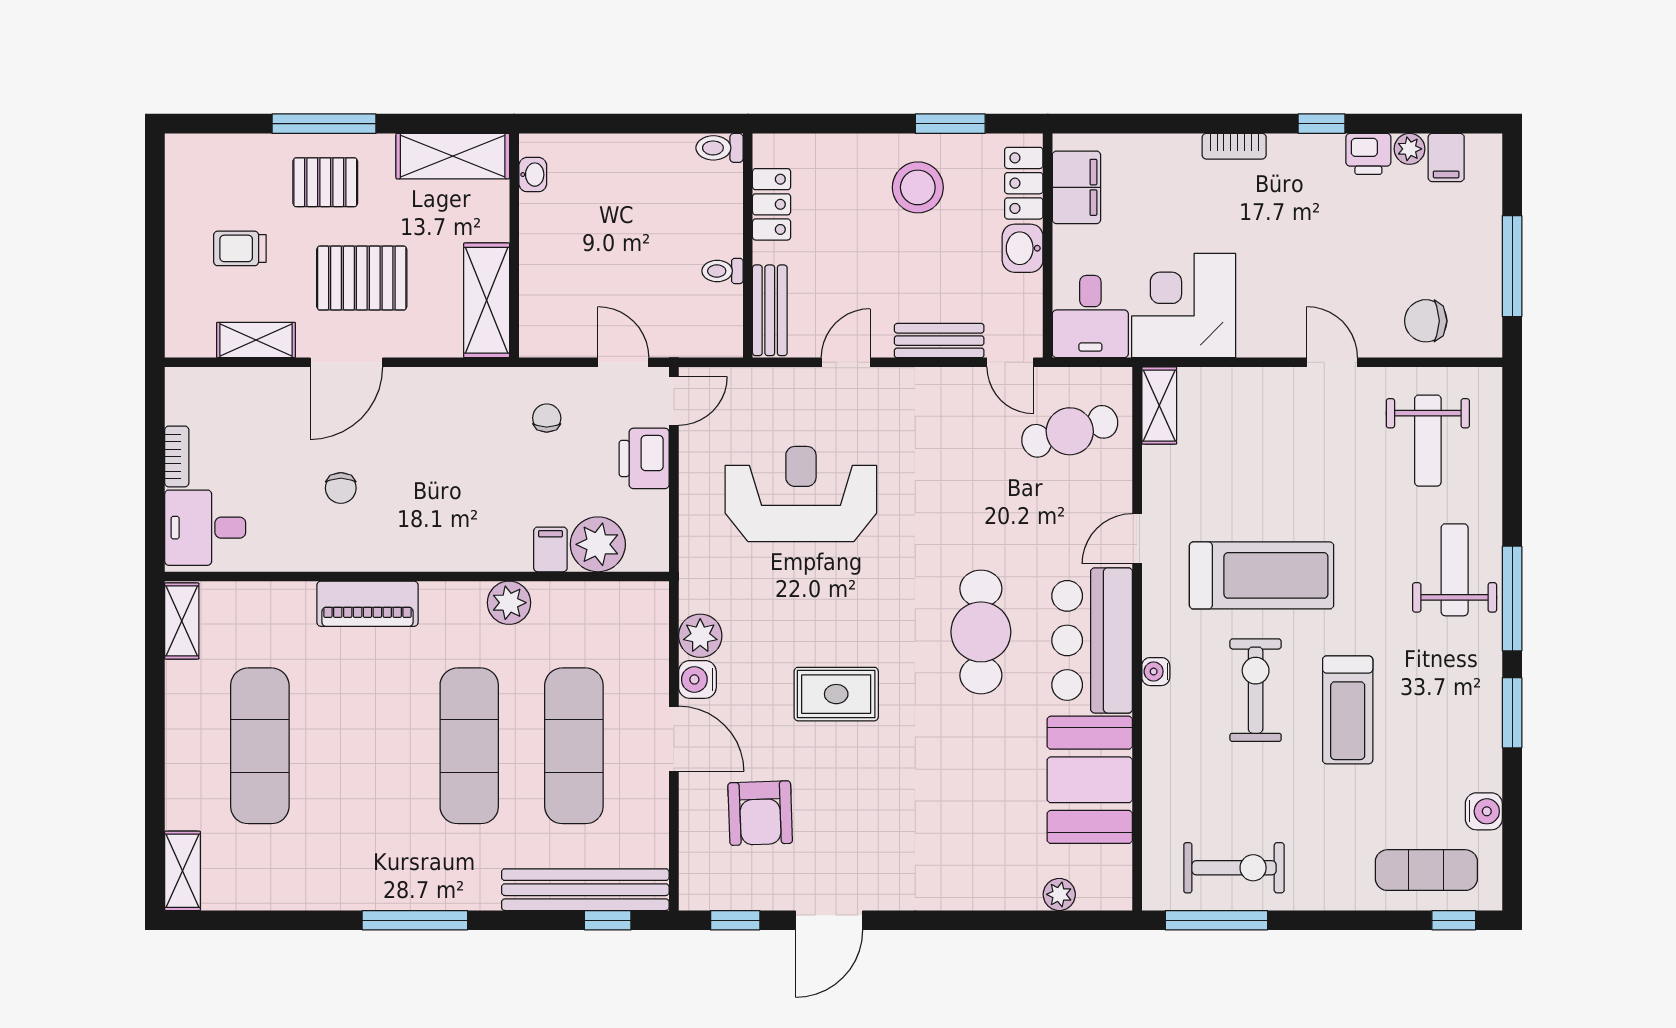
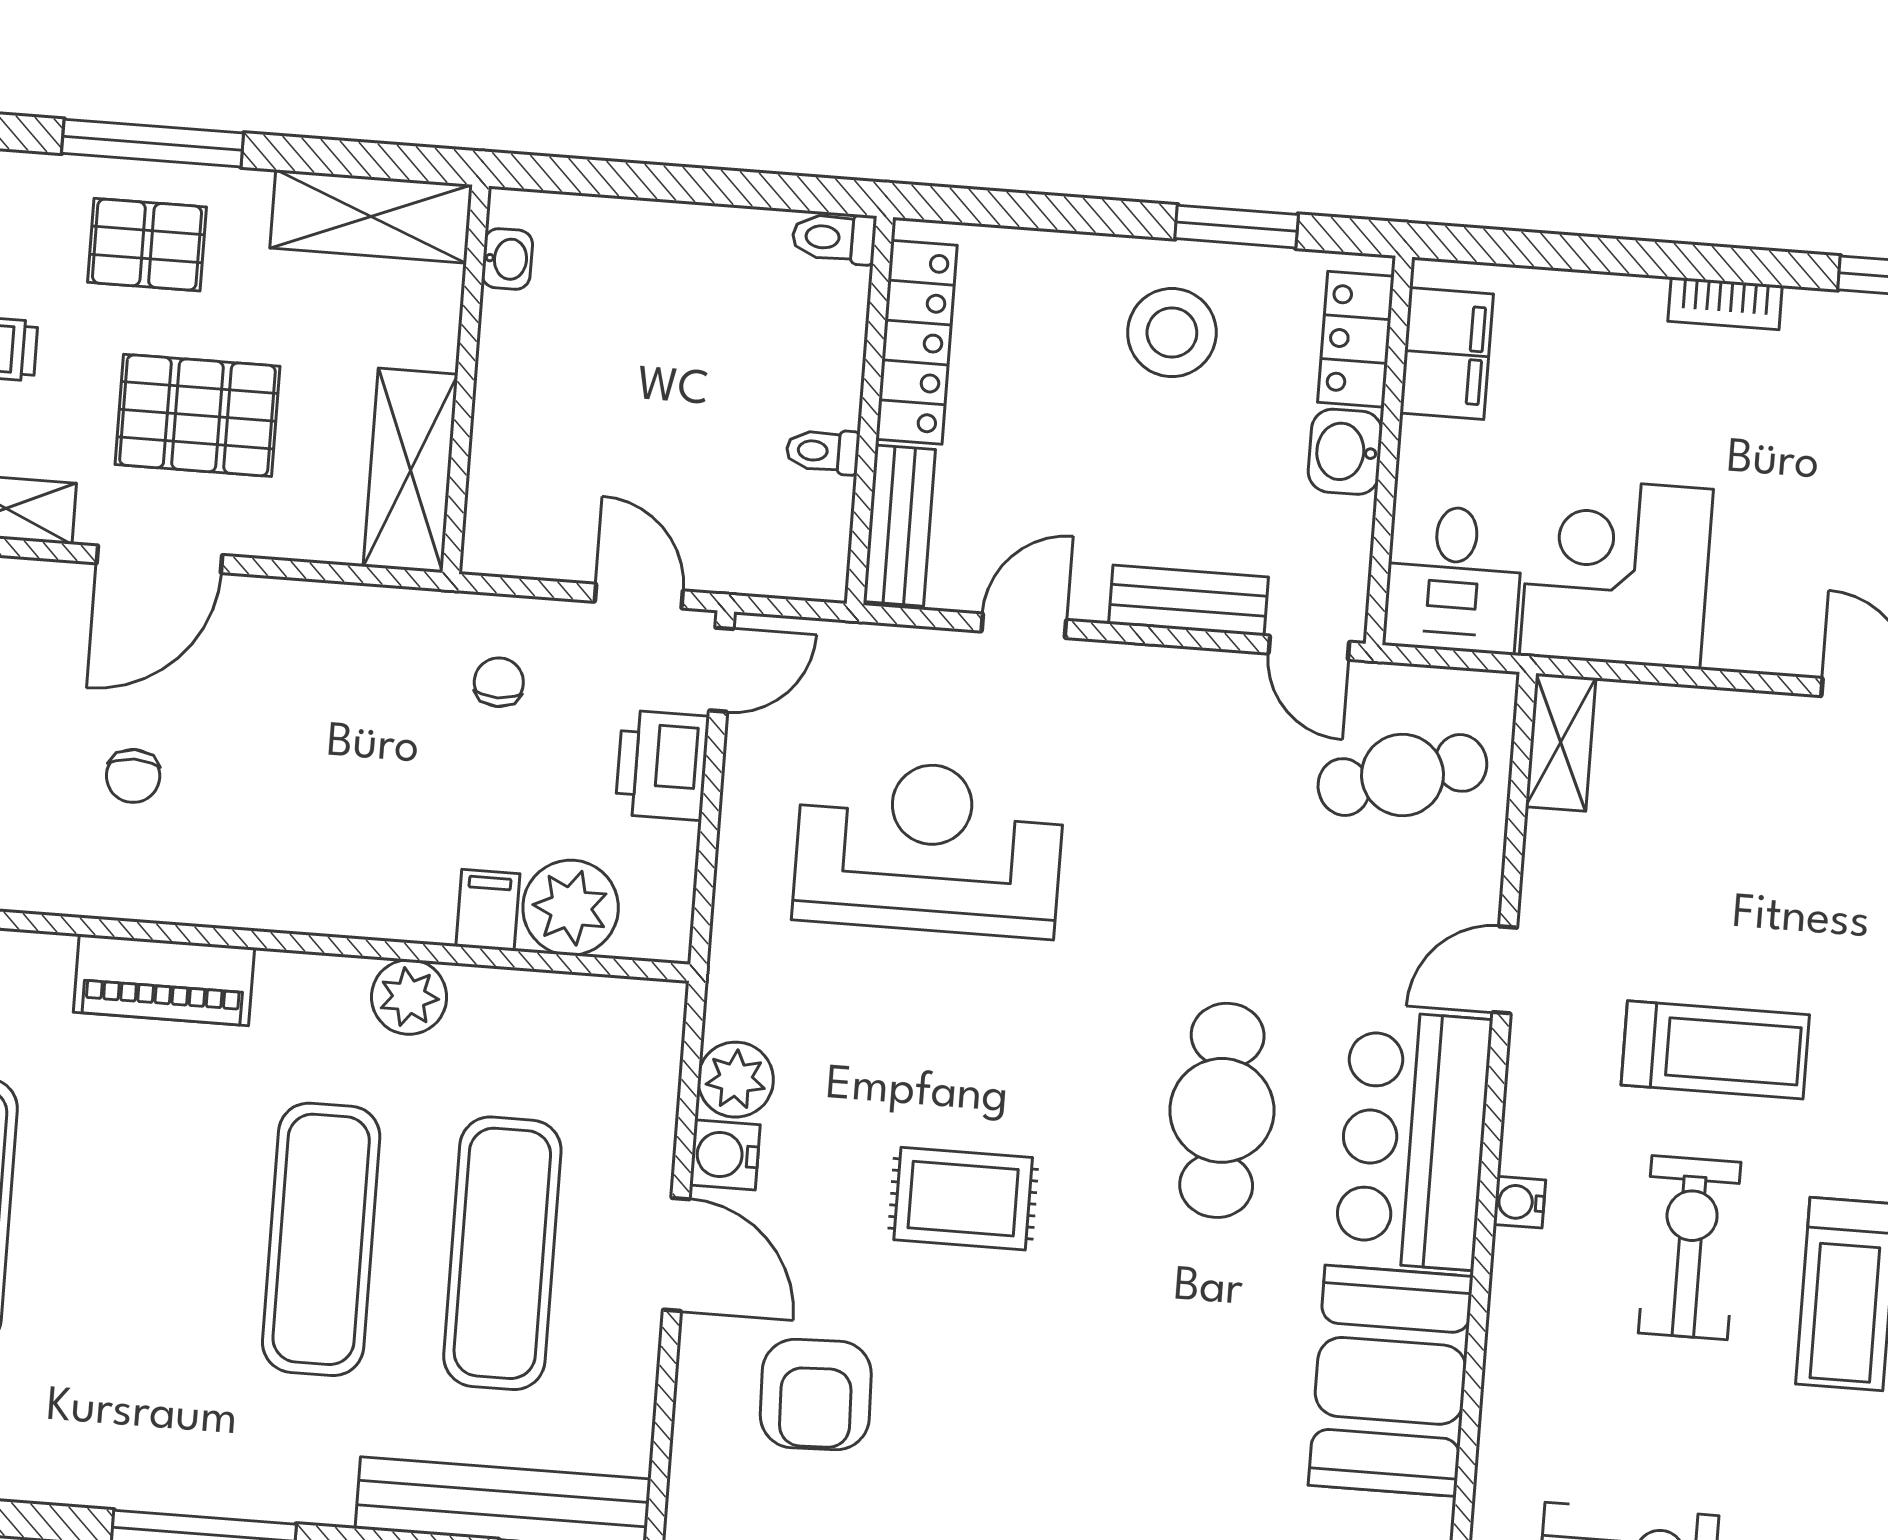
locker: (772, 204) -> (917, 342), width x1.53
treadmill: (1262, 575) -> (1715, 1050), width x0.73, depth x0.73

